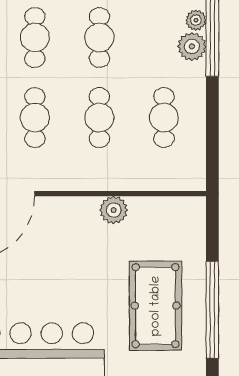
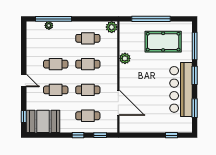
plant: (192, 46) -> (112, 27), moved
window: (212, 310) -> (151, 19), moved

